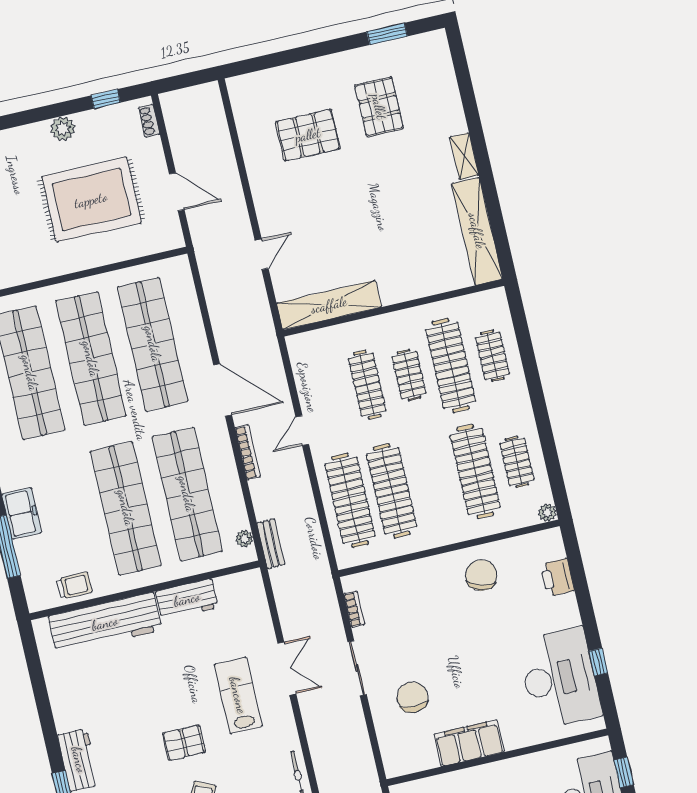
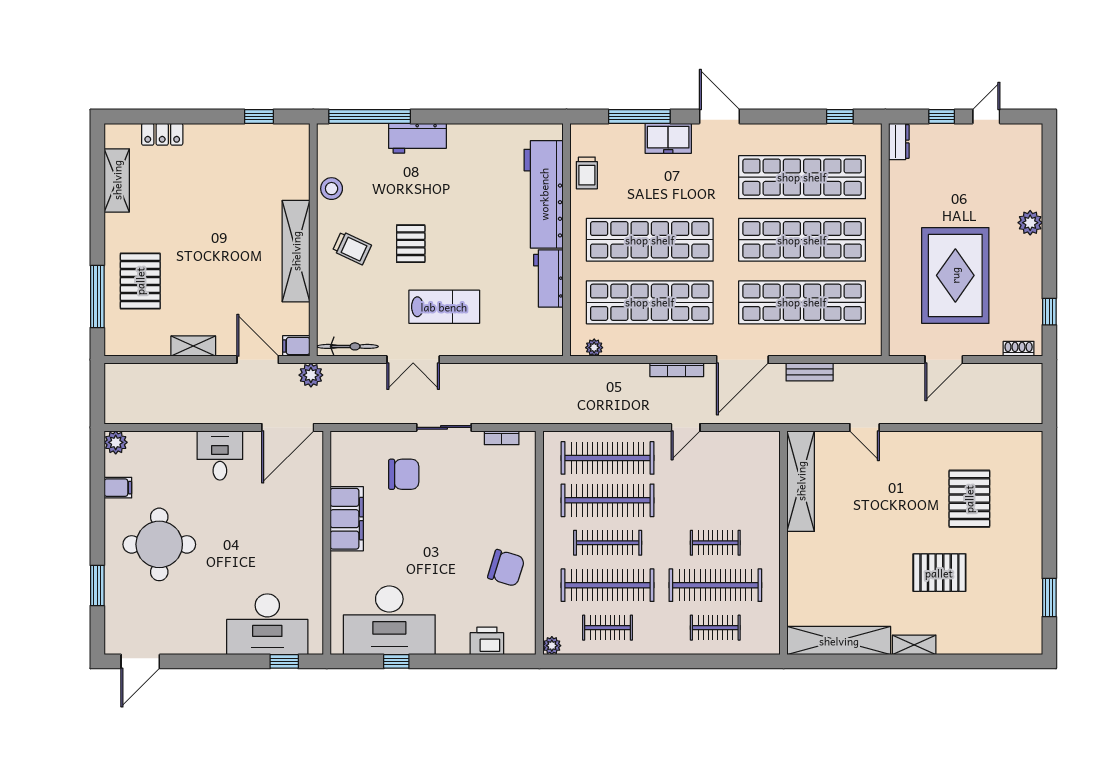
pallet: (379, 107) -> (939, 573), moved
plant: (63, 129) -> (1030, 223), moved
clothes rail: (367, 385) -> (608, 543), moved
door: (302, 431) -> (686, 427), swing flipped
bench: (271, 544) -> (810, 372), moved
double door: (287, 668) -> (413, 360), moved

